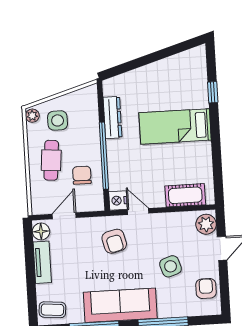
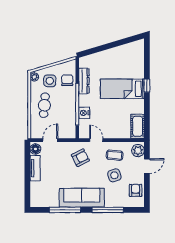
window: (213, 92) -> (147, 86), moved
chair: (82, 175) -> (67, 80), moved
cot: (185, 195) -> (138, 126), moved, turned 90
nightstand: (118, 201) -> (84, 113), moved
armchair: (114, 241) -> (80, 158), turned -103
coffee table: (52, 310) -> (115, 155), moved

